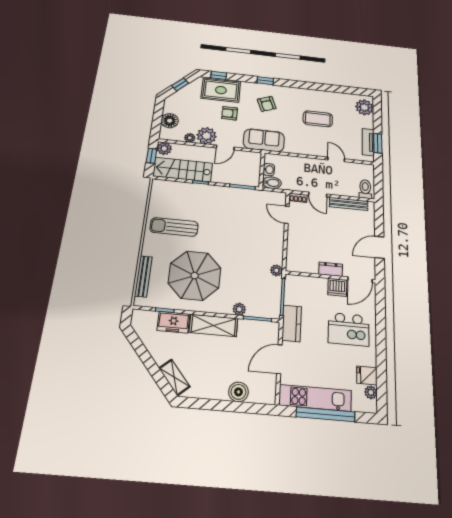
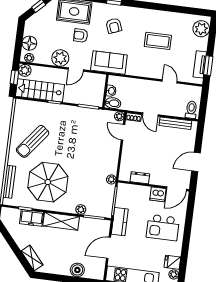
plant: (190, 138) -> (29, 58), moved
plant: (281, 197) -> (119, 116), added
sun lounger: (174, 227) -> (33, 141), turned -52
dresser: (331, 269) -> (140, 178), moved

